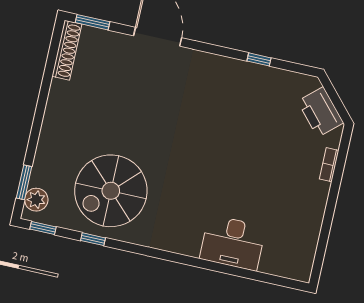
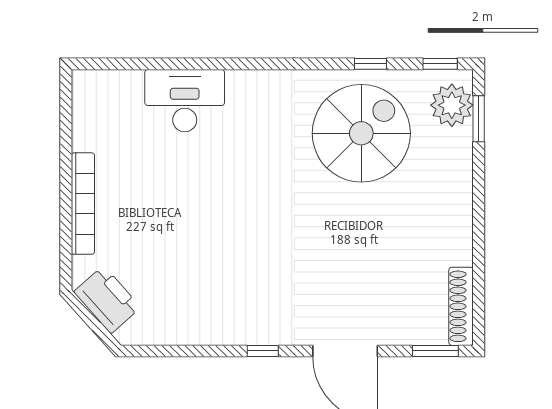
window: (259, 59) -> (263, 351), moved
bookcase: (329, 165) -> (83, 204), width x2.31, depth x1.31
plant: (36, 200) -> (452, 105), width x1.36, depth x1.36

